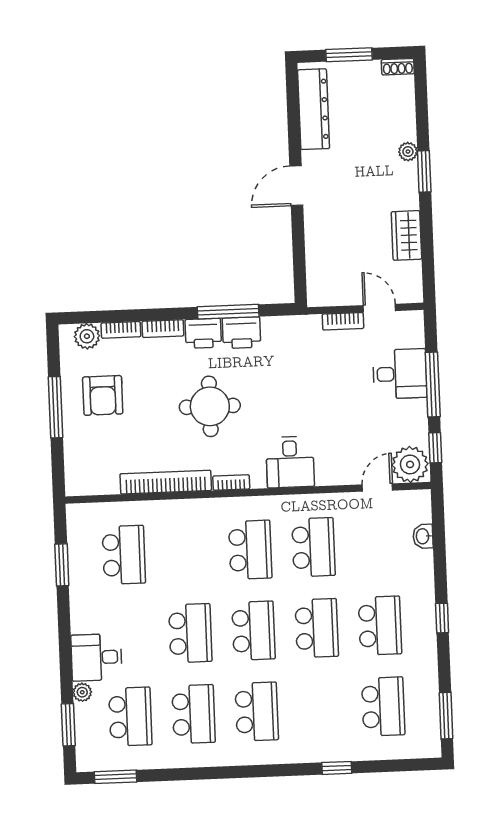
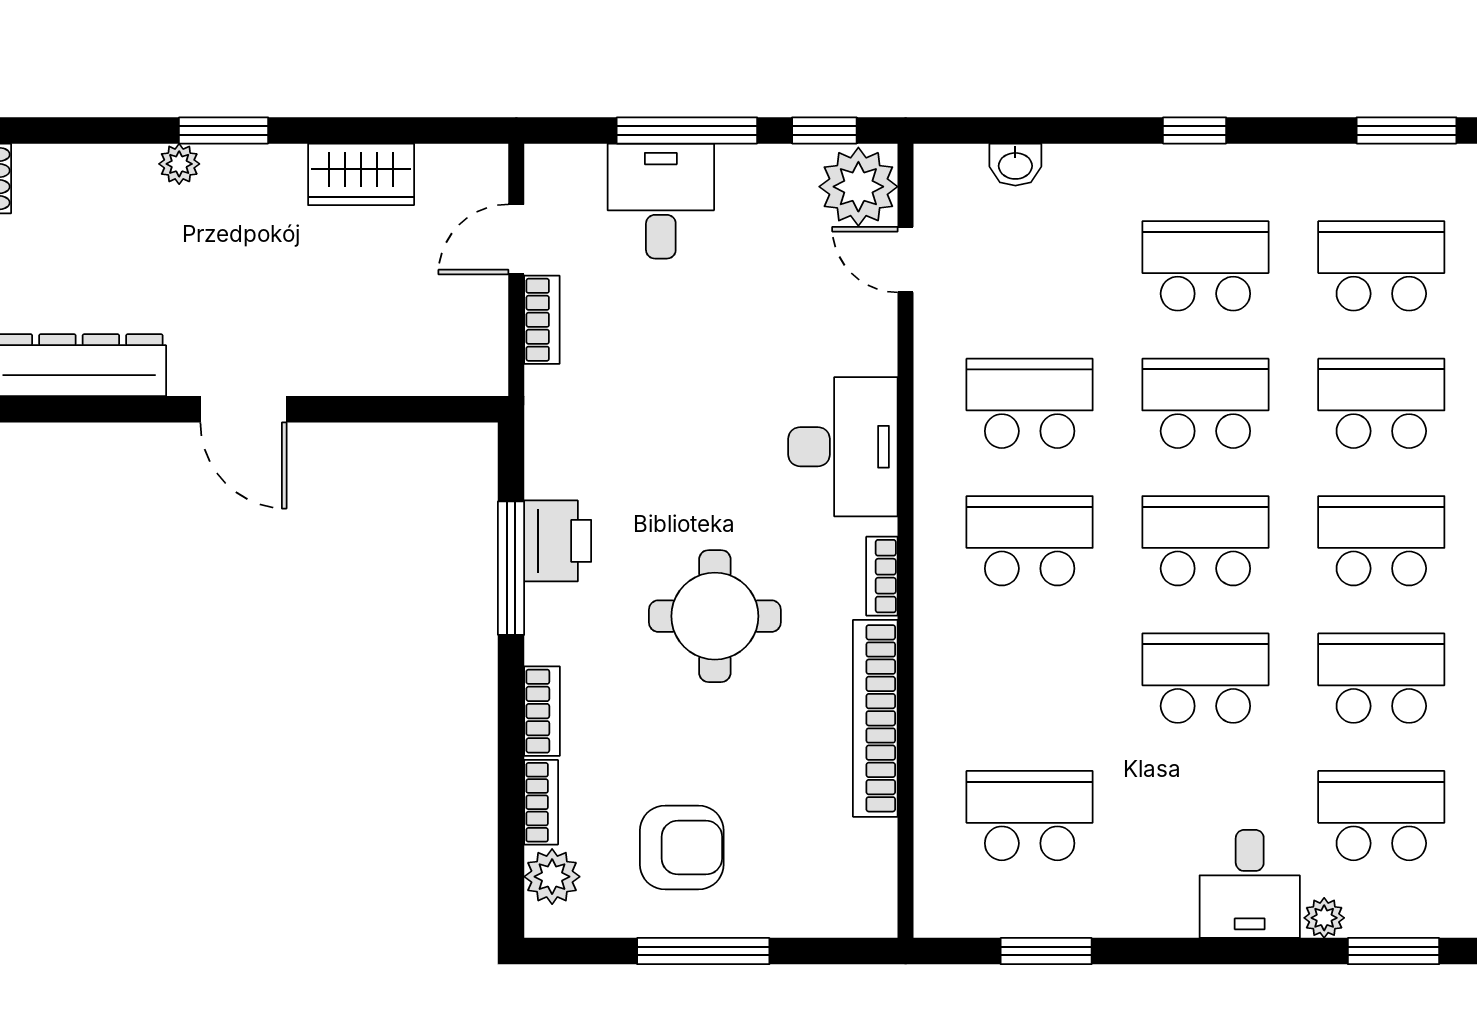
printer: (203, 333) -> (556, 624), removed
desk: (290, 462) -> (843, 447), width x1.37
school desk: (320, 709) -> (1381, 403), added

